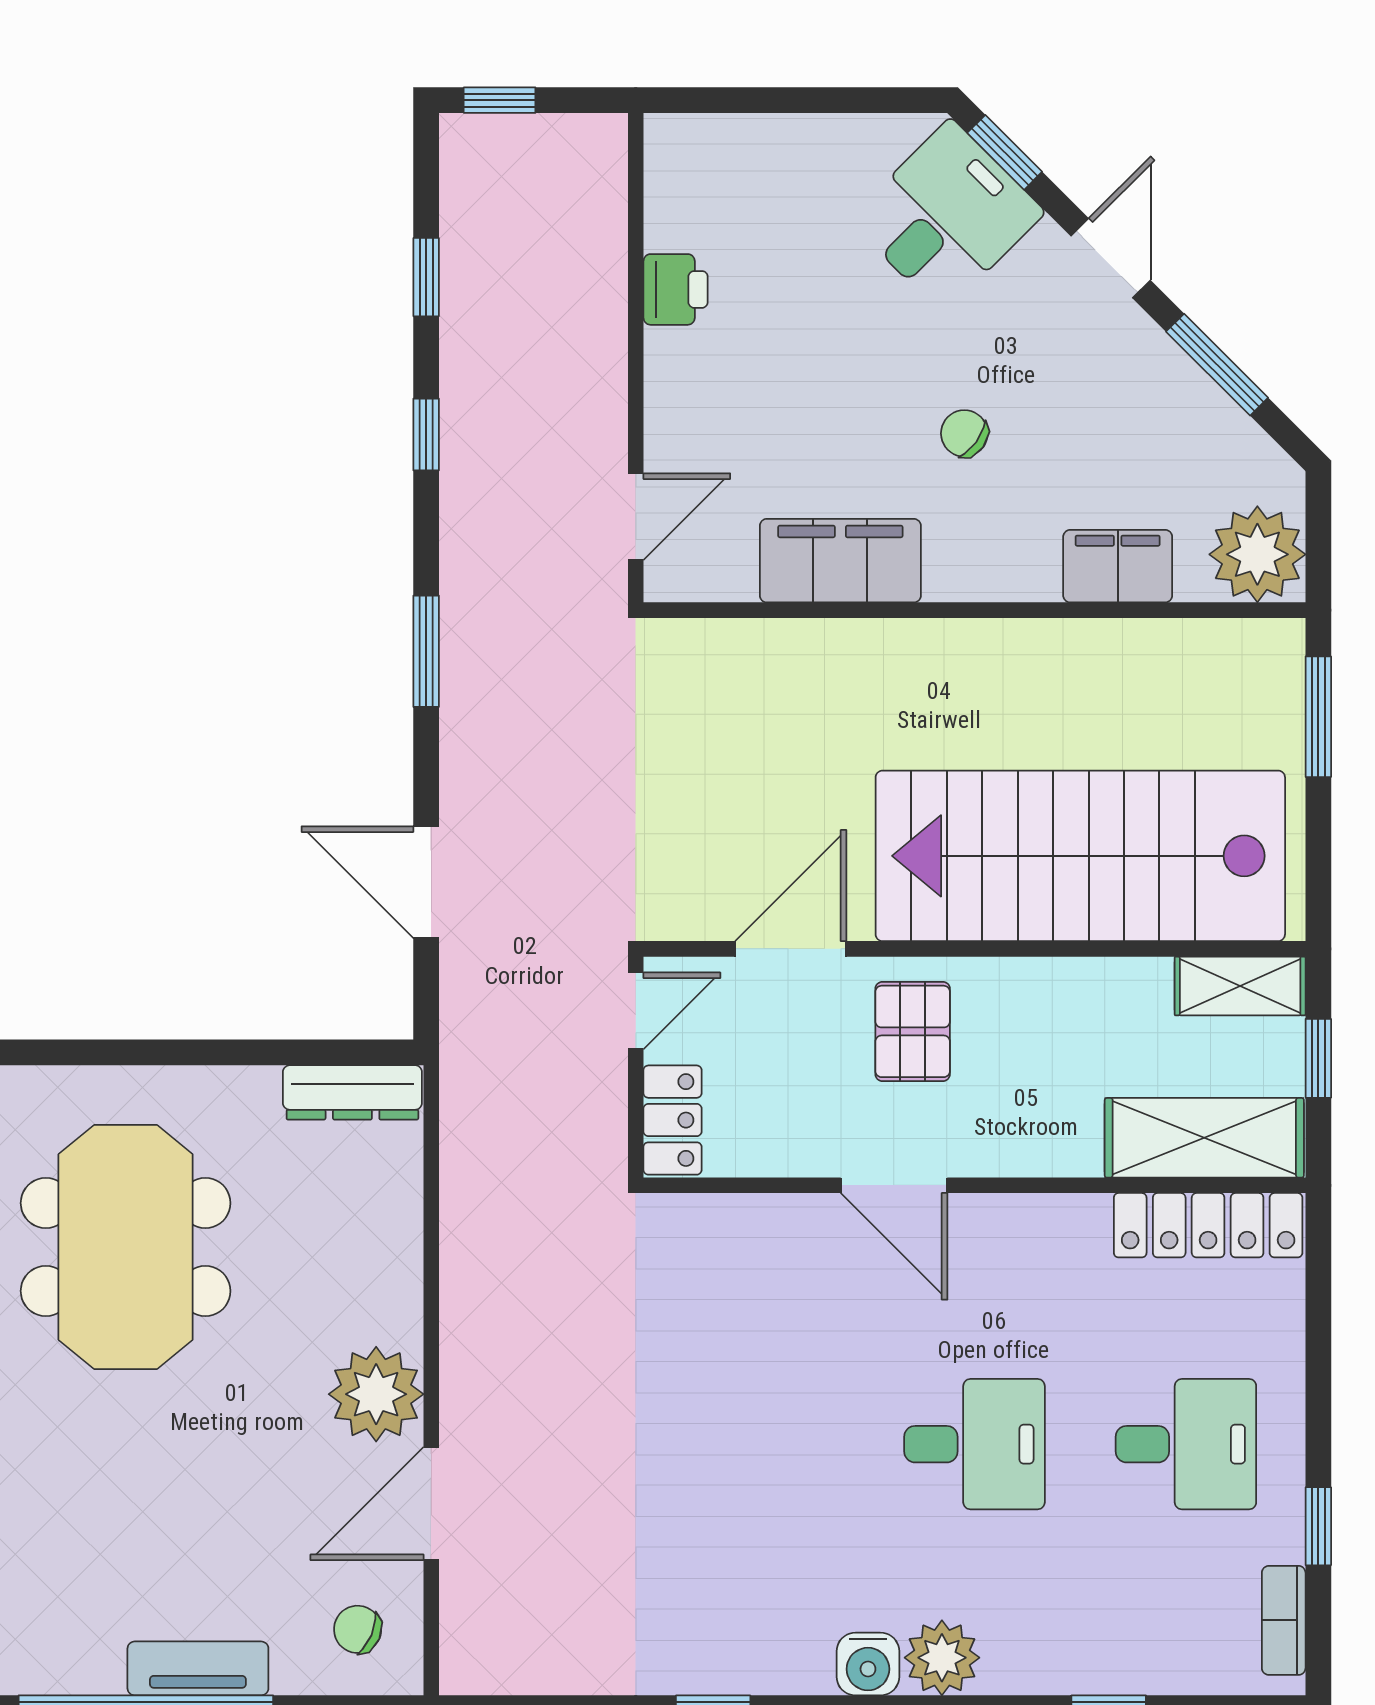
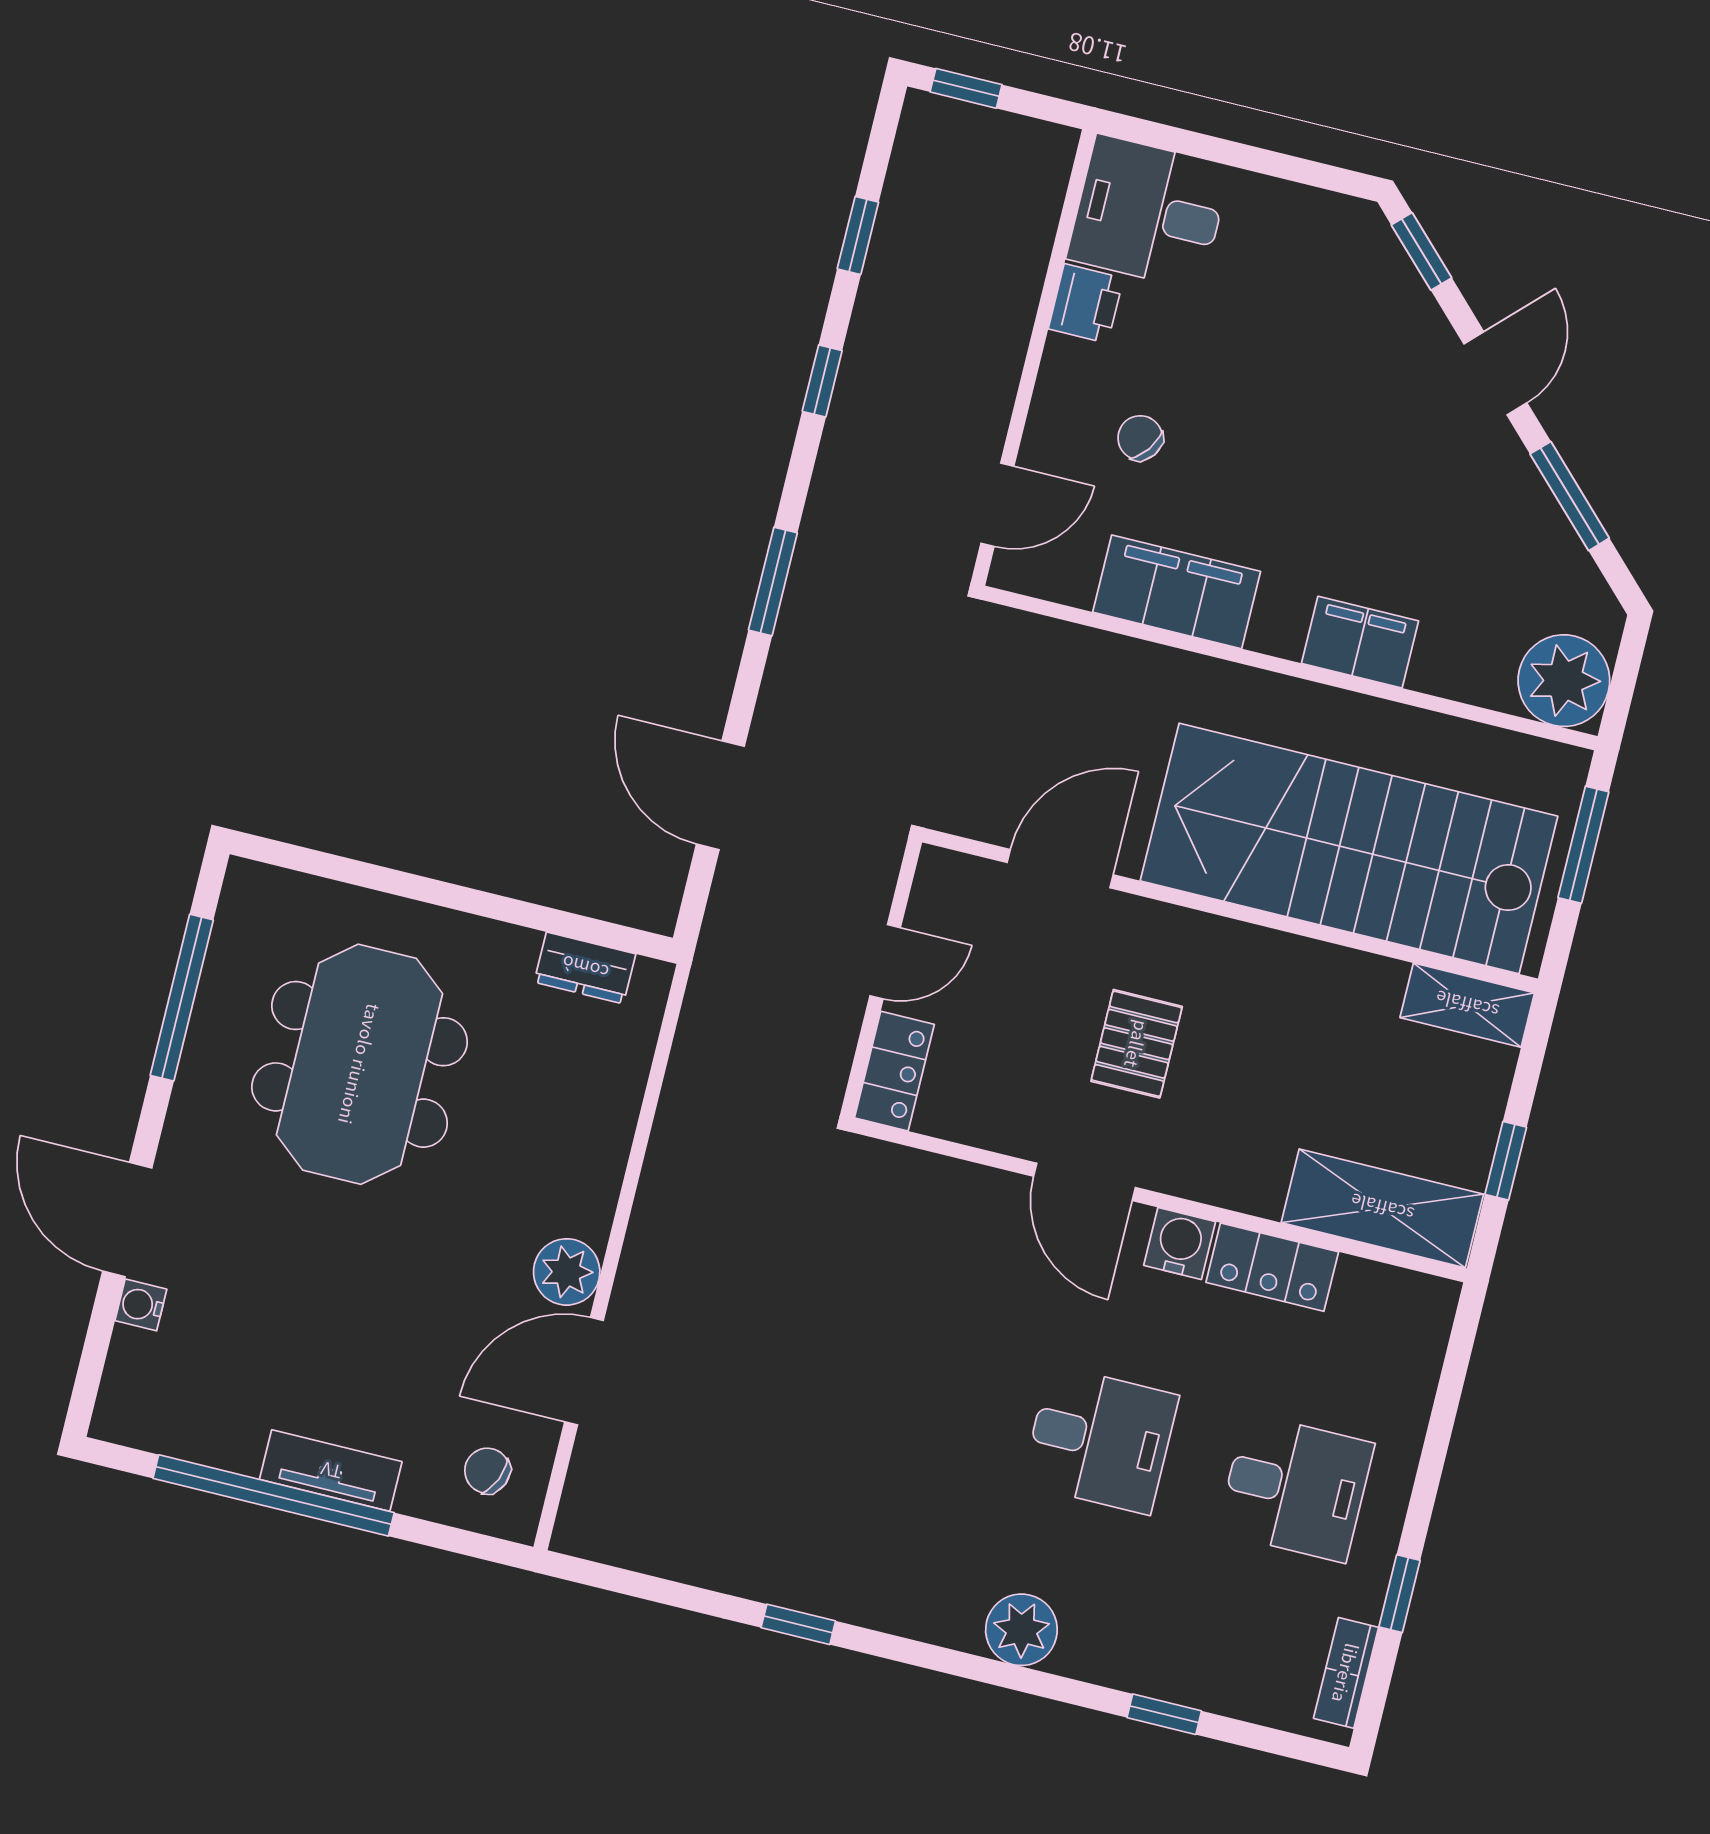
desk: (947, 216) -> (1149, 212), moved, turned -135
chair: (964, 433) -> (1140, 438), moved
filing cabinet: (1118, 566) -> (1360, 642), moved
stairs: (1080, 856) -> (1349, 848), moved
door: (791, 949) -> (1060, 869), moved
wall: (974, 949) -> (1230, 910), moved
shelving: (1240, 986) -> (1467, 1005), moved
dresser: (352, 1092) -> (585, 968), width x0.70
locker: (1208, 1225) -> (1272, 1267), moved, width x0.66
plant: (376, 1394) -> (567, 1272), width x0.73, depth x0.73
water cooler: (868, 1664) -> (1180, 1243), moved, turned 180

